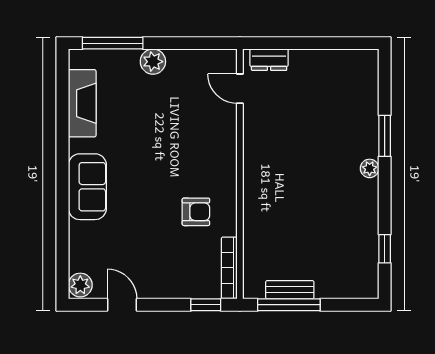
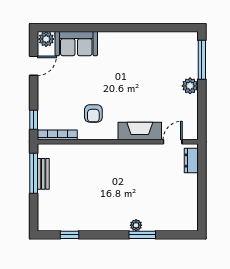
fireplace: (82, 103) -> (140, 131), moved, turned 180
plant: (370, 168) -> (136, 225), moved
sofa: (87, 187) -> (76, 44), moved

